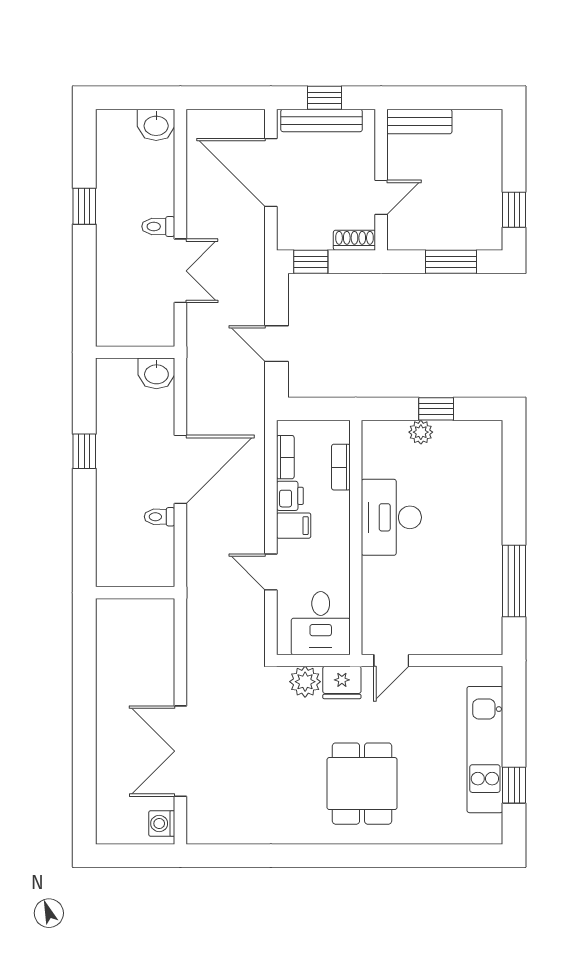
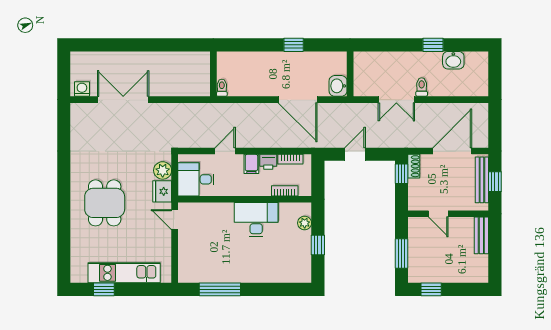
washbasin: (156, 125) -> (453, 60), moved, turned -90
shoe rack: (354, 240) -> (414, 166), moved
plant: (421, 432) -> (305, 223), moved
door: (180, 469) -> (298, 100), moved
toilet: (160, 517) -> (222, 88), moved
dining table: (362, 784) -> (105, 203), turned 90

